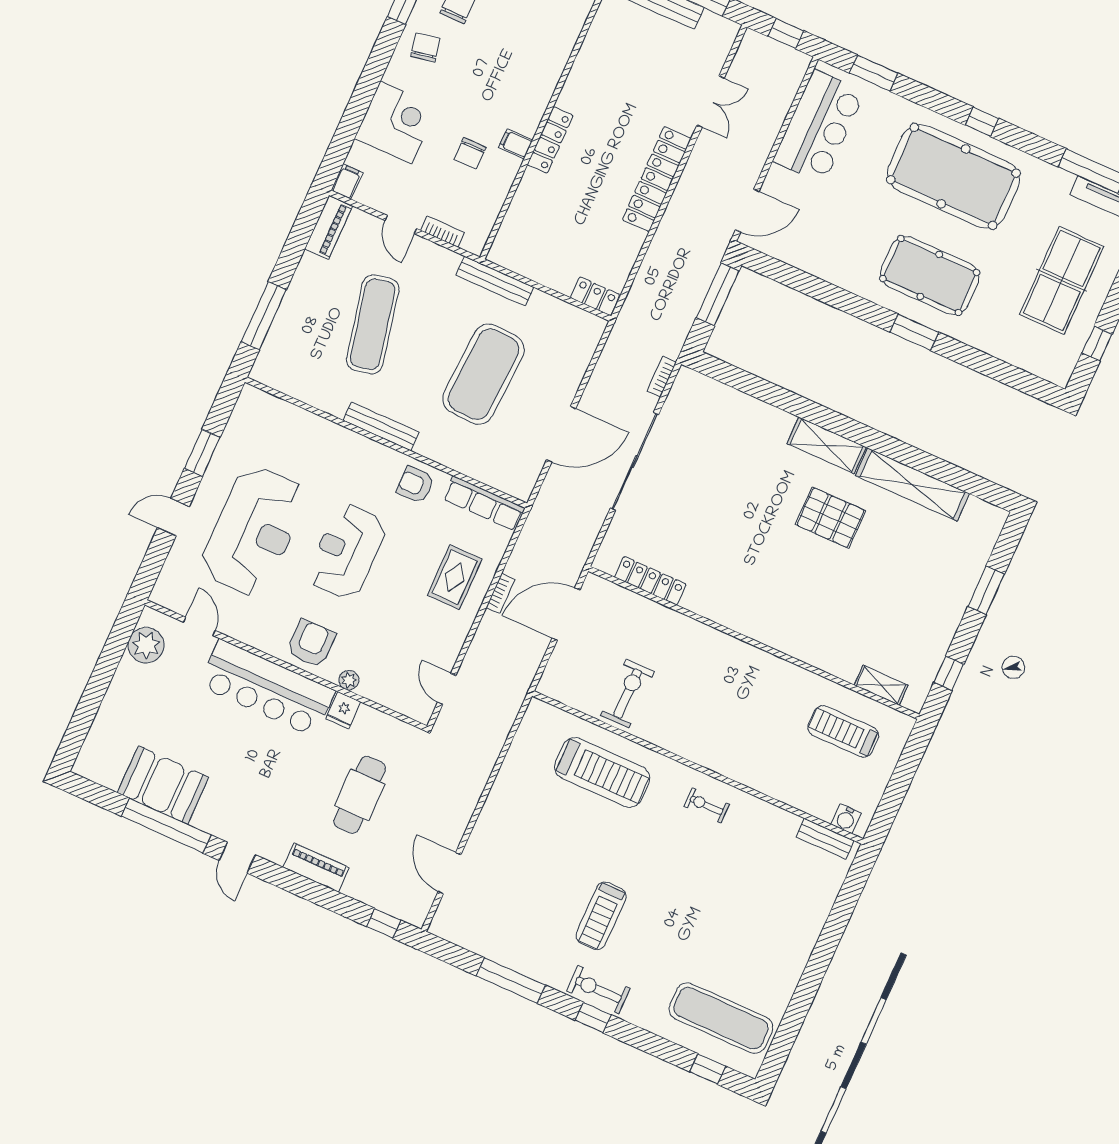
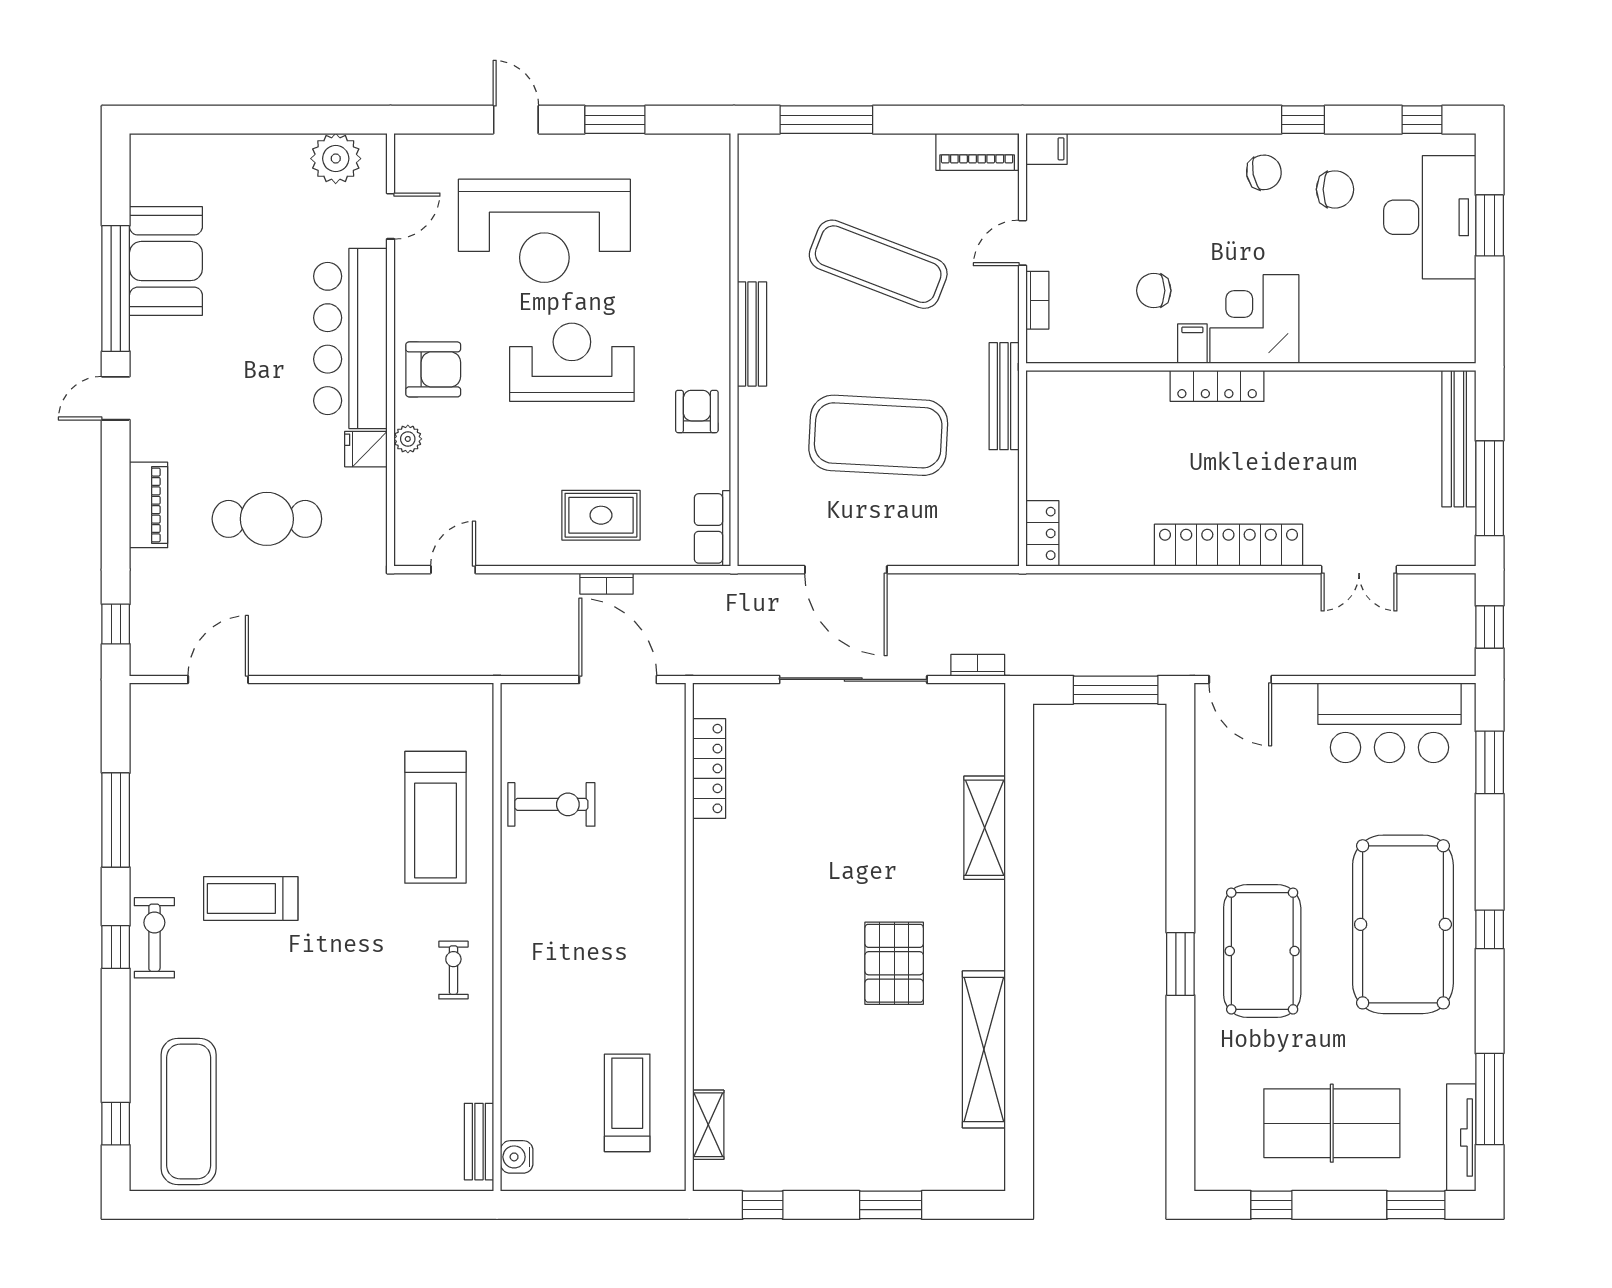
corner desk: (396, 122) -> (1254, 319), moved, turned 180
exercise mat: (373, 324) -> (878, 264), turned 33
shelving: (826, 445) -> (985, 828), moved
row of seats: (484, 503) -> (712, 528), width x0.68

